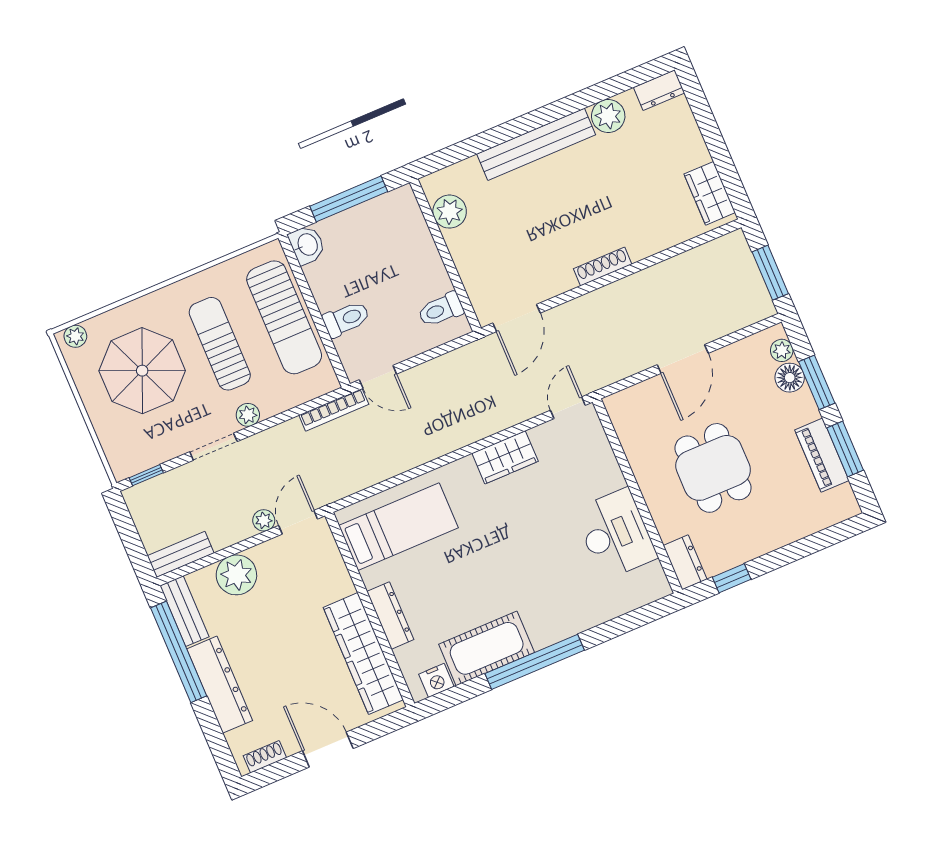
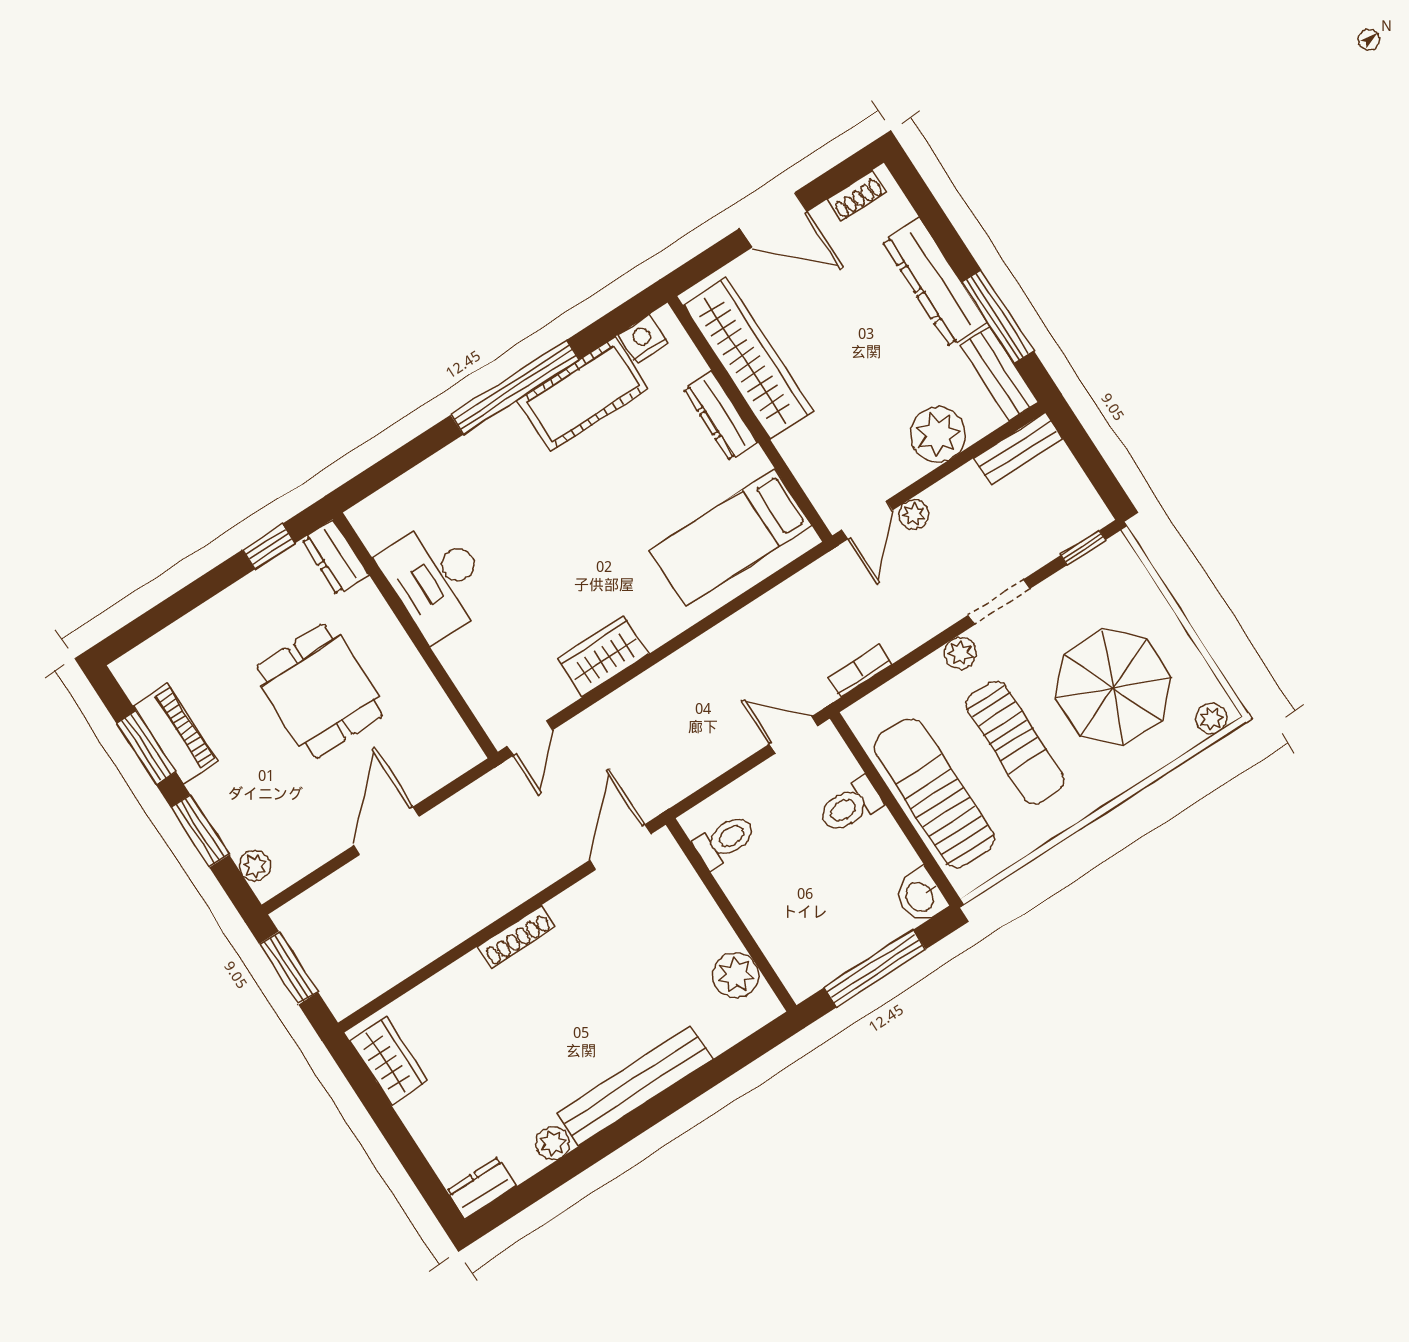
plant: (608, 116) -> (553, 1143), width x0.73, depth x0.73
floor lamp: (790, 378) -> (238, 831), removed
bookcase: (334, 410) -> (860, 671), width x0.64
window: (179, 652) -> (998, 317), width x0.68

